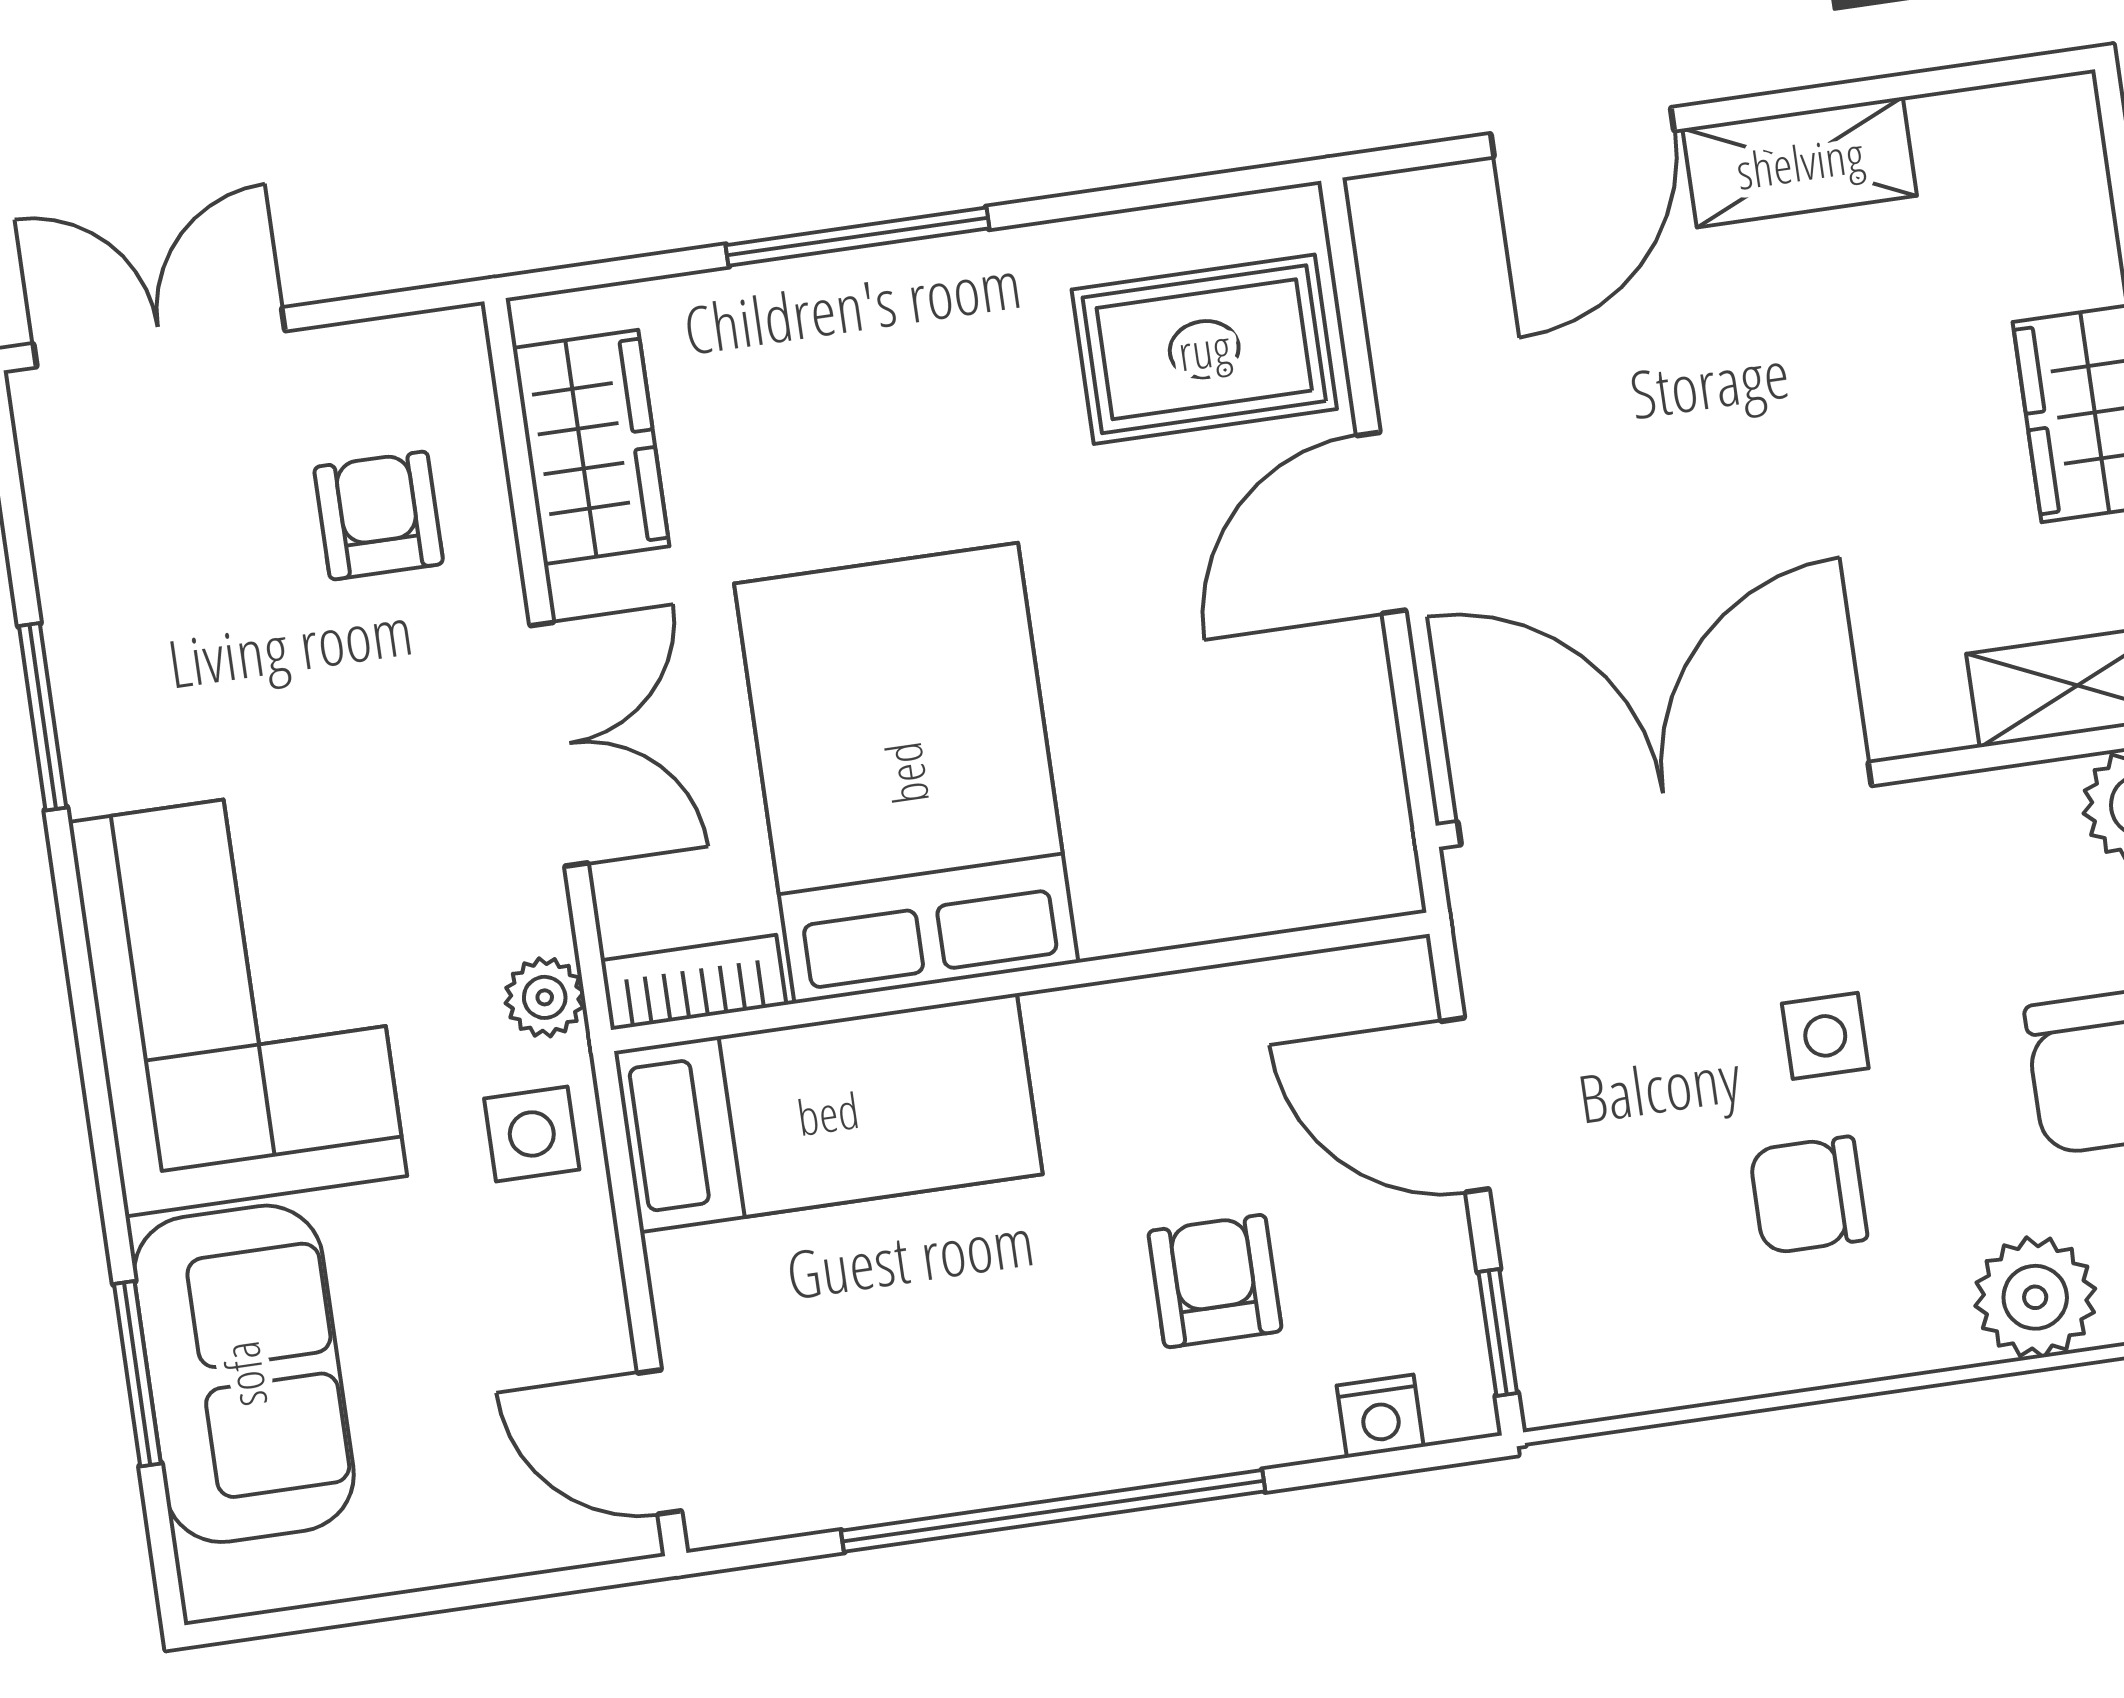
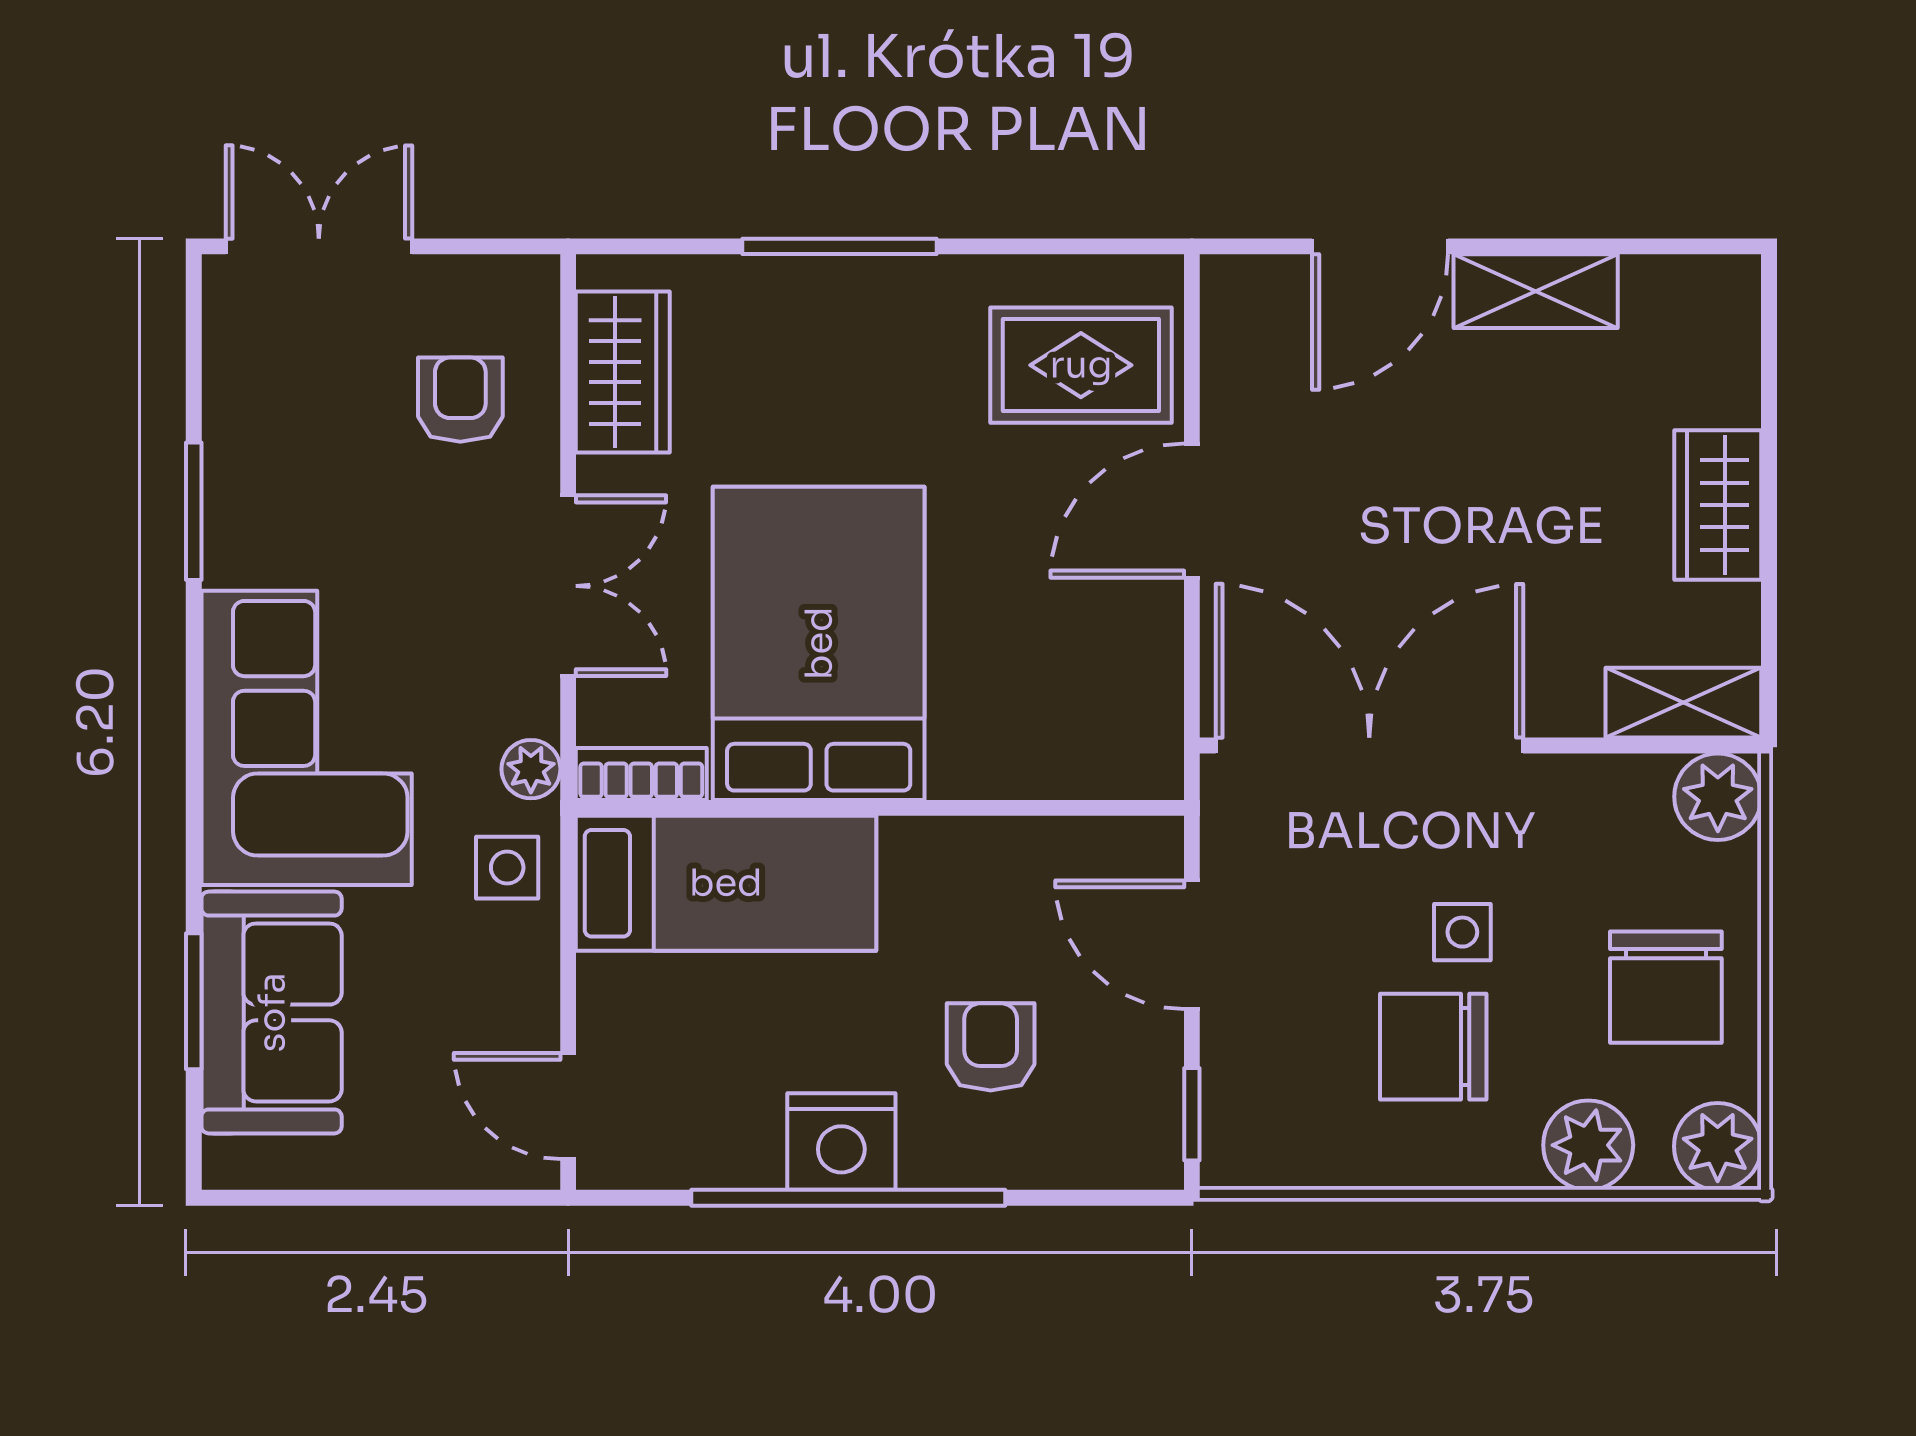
chair: (1808, 1195) -> (1433, 1047), width x1.37, depth x1.37
nightstand: (1380, 1416) -> (841, 1142), moved, width x1.89, depth x1.79

